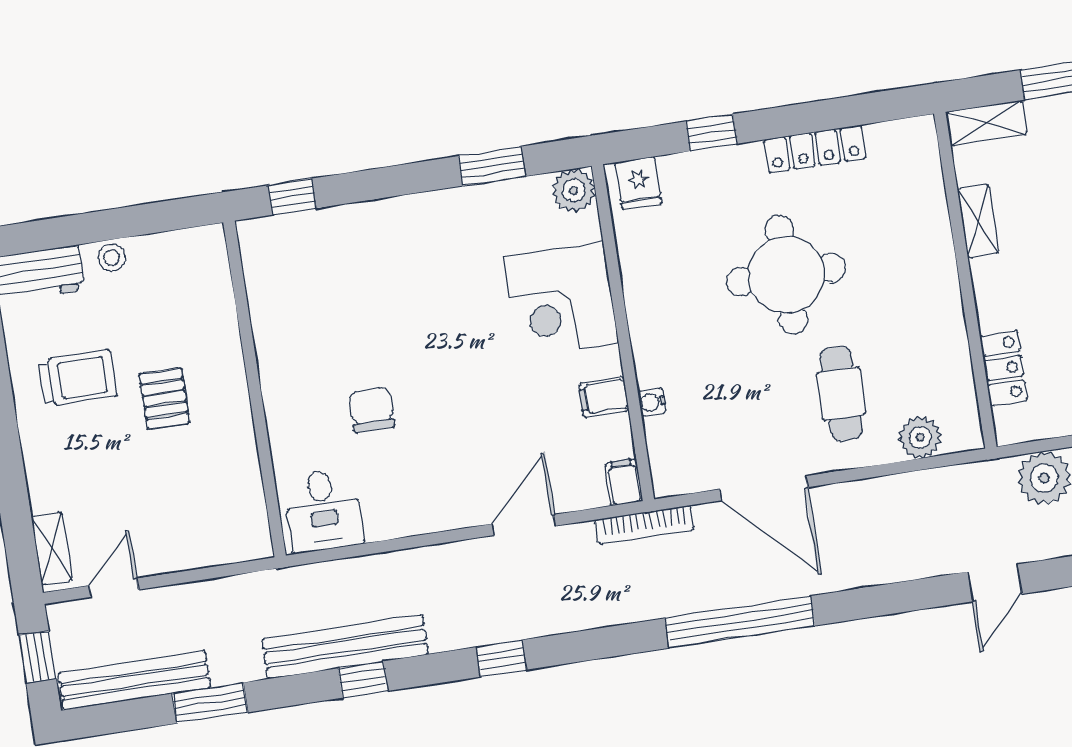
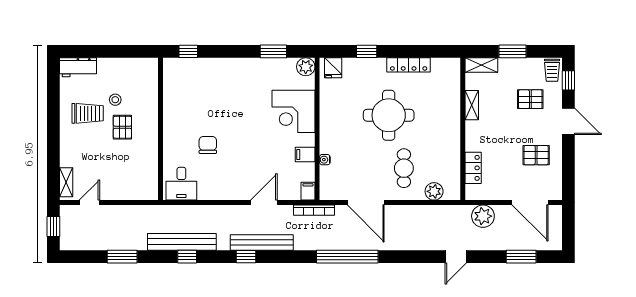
stool: (112, 258) -> (115, 100), moved
bench: (134, 681) -> (262, 243), moved

